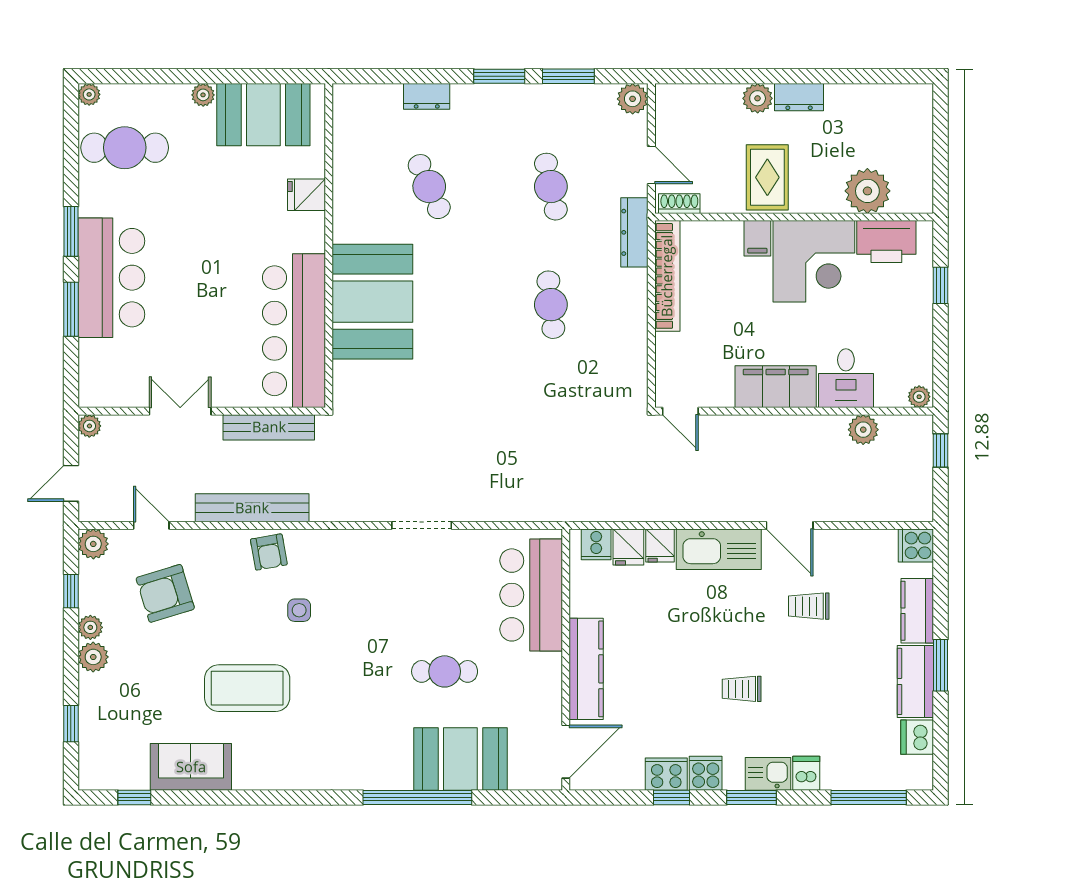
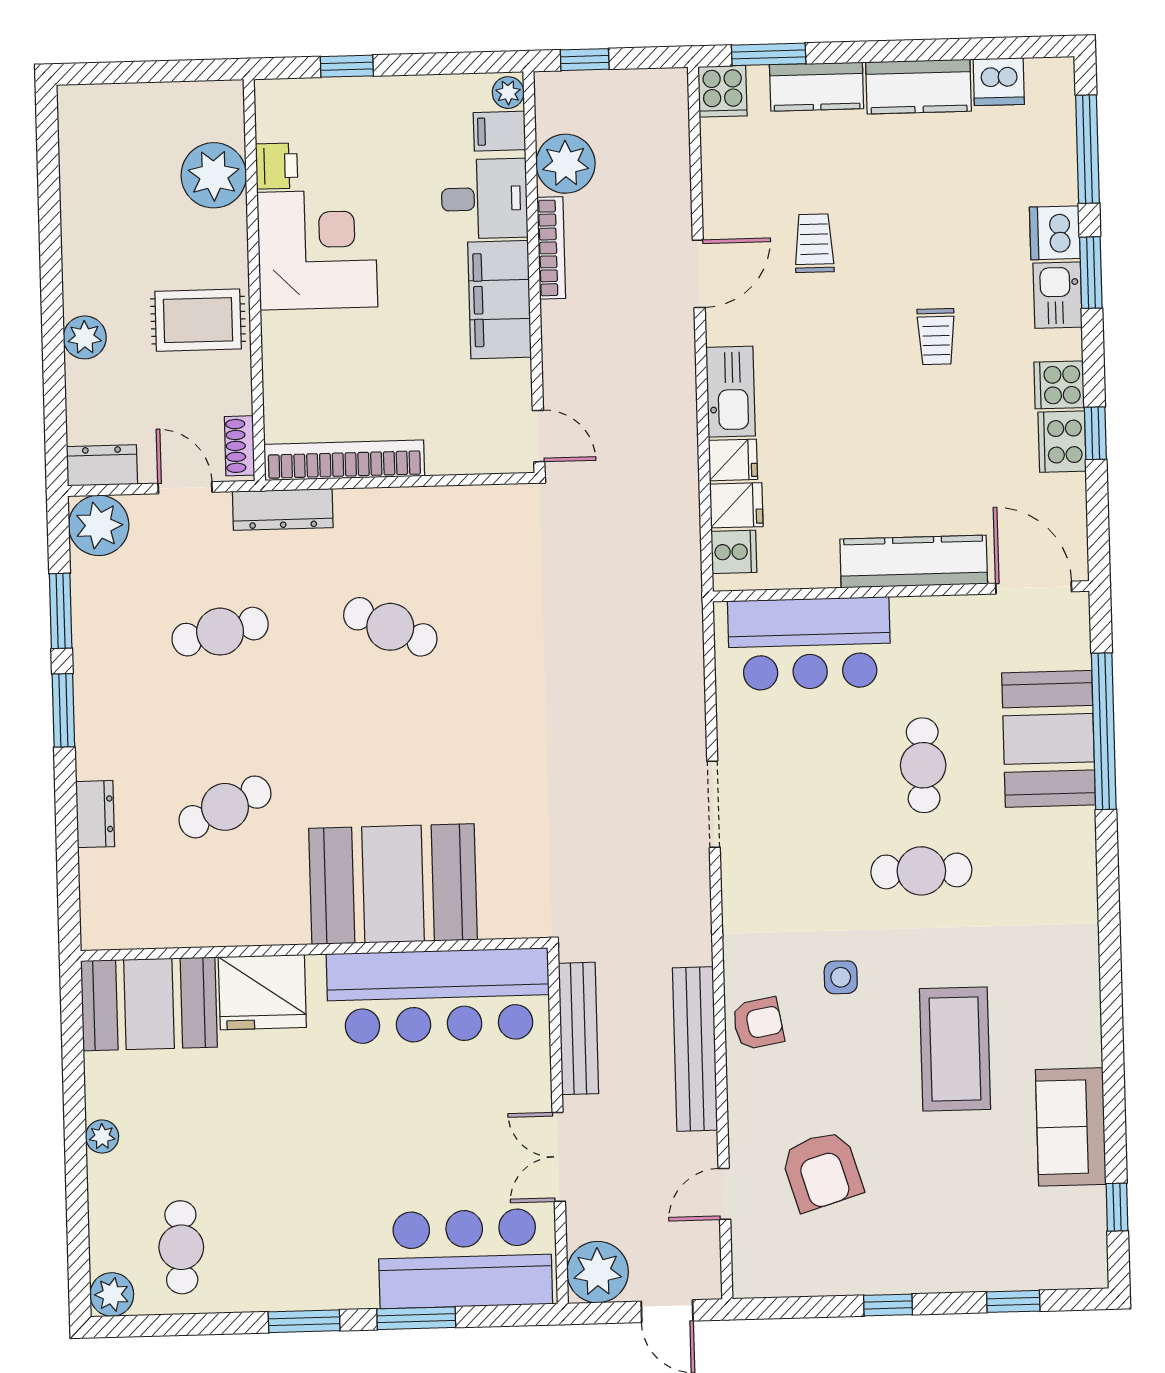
plant: (89, 94) -> (112, 1294), width x1.38, depth x1.38
dresser: (799, 97) -> (102, 465), moved, turned -90
plant: (633, 99) -> (99, 525), width x1.36, depth x1.36
booth: (263, 115) -> (149, 1004), moved, turned 90
cafe table: (125, 148) -> (181, 1247), width x0.73, depth x0.74
door: (651, 165) -> (185, 488), hinge flipped
fridge: (306, 195) -> (262, 992), width x1.88, depth x1.34
filing cabinet: (757, 238) -> (499, 131), moved, turned 180
printer: (886, 242) -> (277, 166), width x0.53, depth x0.68
bar counter: (111, 278) -> (465, 1259), moved
cafe table: (551, 305) -> (390, 627), turned 30
door: (680, 411) -> (539, 436), hinge flipped
bookcase: (811, 424) -> (551, 248), added
plant: (89, 426) -> (598, 1272), width x1.88, depth x1.88
plant: (863, 430) -> (565, 164), width x1.36, depth x1.36
plant: (93, 544) -> (753, 1277), removed
kitchen sink: (719, 549) -> (731, 392), width x0.73, depth x0.81
window: (71, 591) -> (888, 1305), moved
trolley: (809, 606) -> (814, 243), turned 180
plant: (90, 627) -> (874, 1277), removed
plant: (93, 657) -> (916, 1272), removed
window: (941, 665) -> (769, 54), moved
cafe table: (371, 668) -> (921, 871), added
dishwasher: (806, 773) -> (1055, 233), width x1.38
window: (417, 797) -> (1104, 731), moved
window: (752, 797) -> (1091, 273), moved

